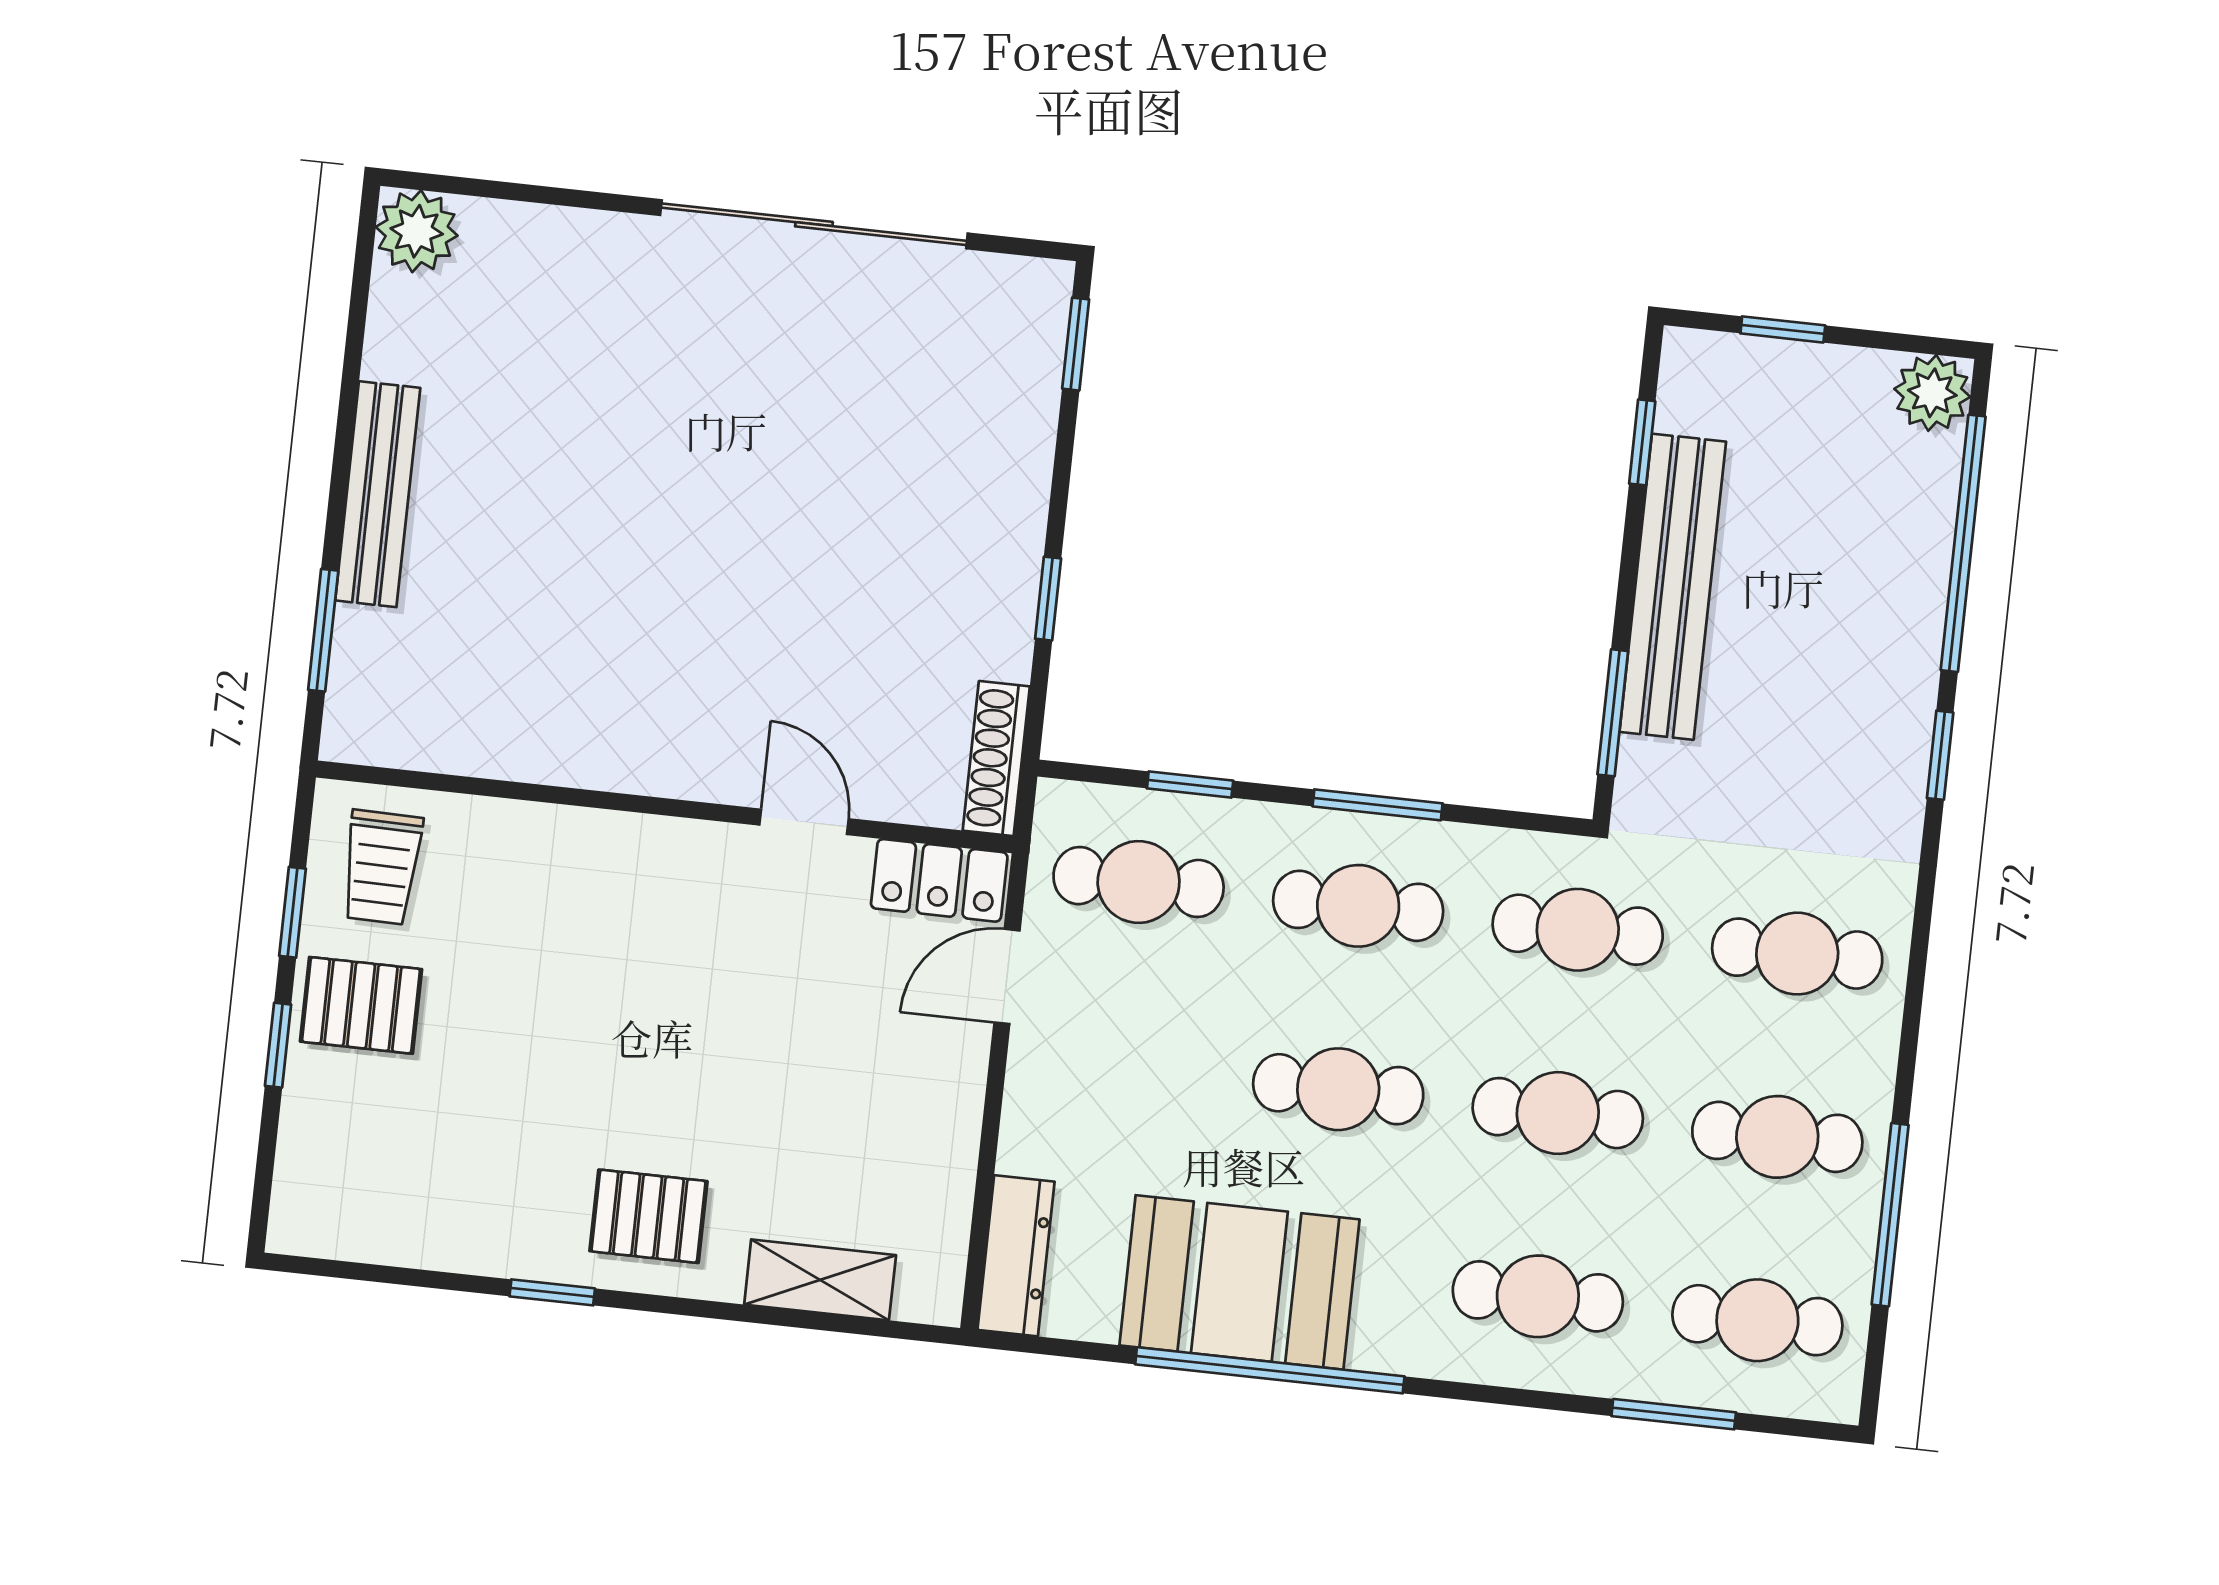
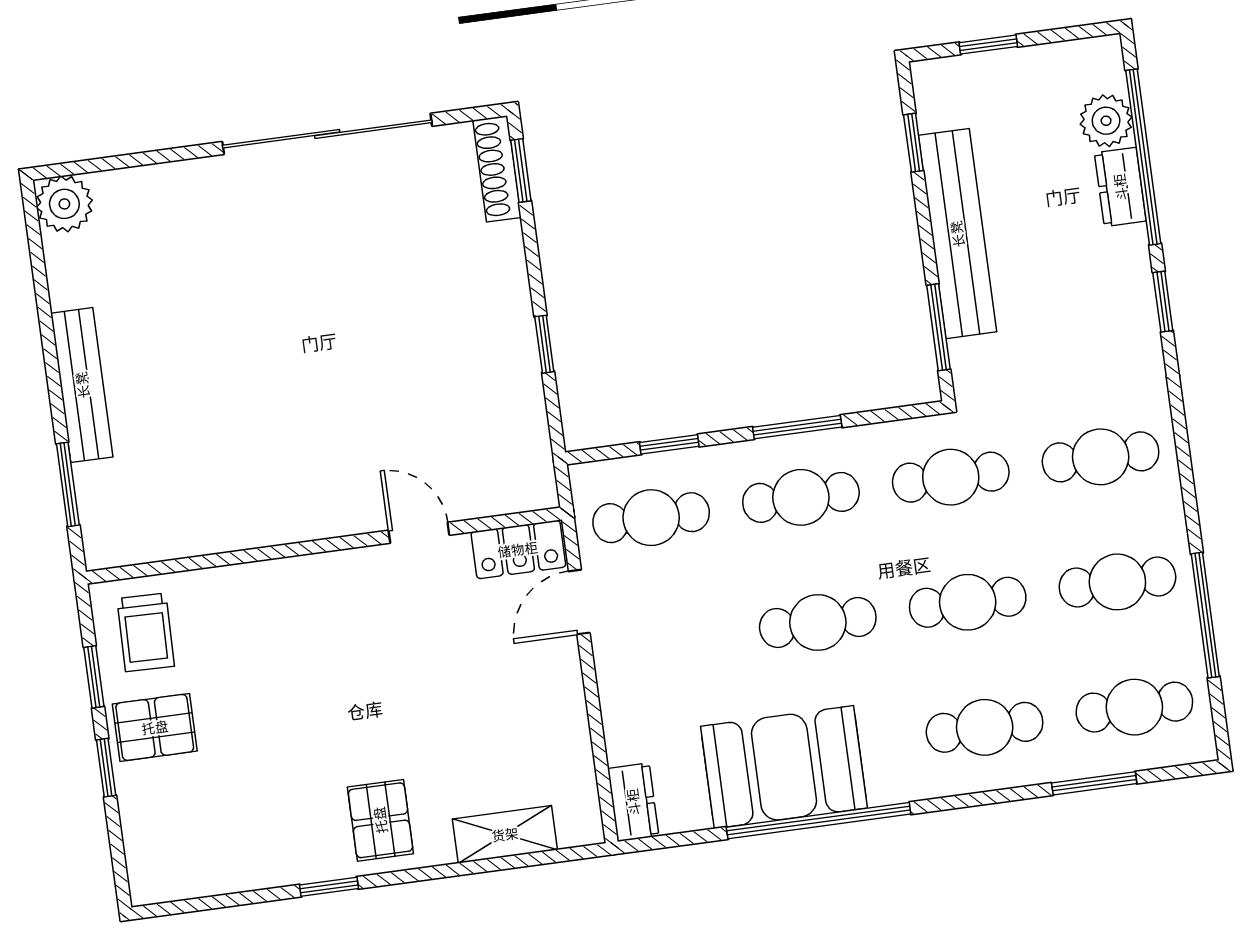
plant: (1932, 393) -> (1106, 121), moved
dresser: (1920, 578) -> (1120, 187), added
shoe rack: (996, 759) -> (497, 169), moved
pallet: (648, 1216) -> (380, 820), turned 90
dresser: (1016, 1256) -> (633, 802), width x0.70

